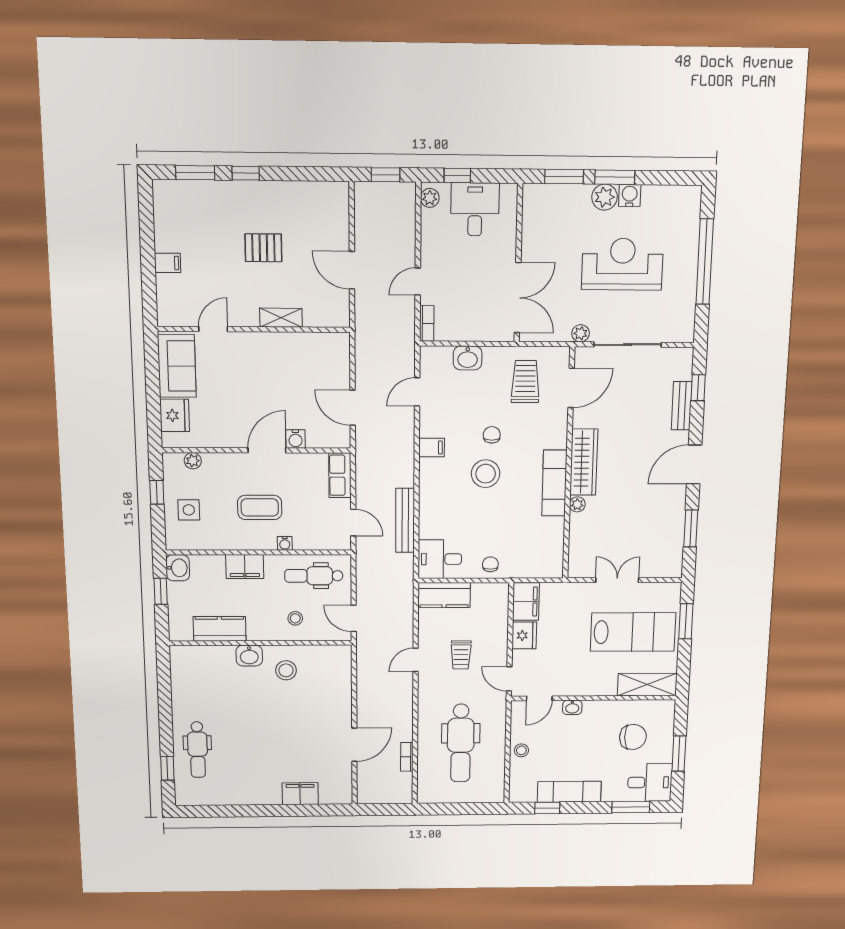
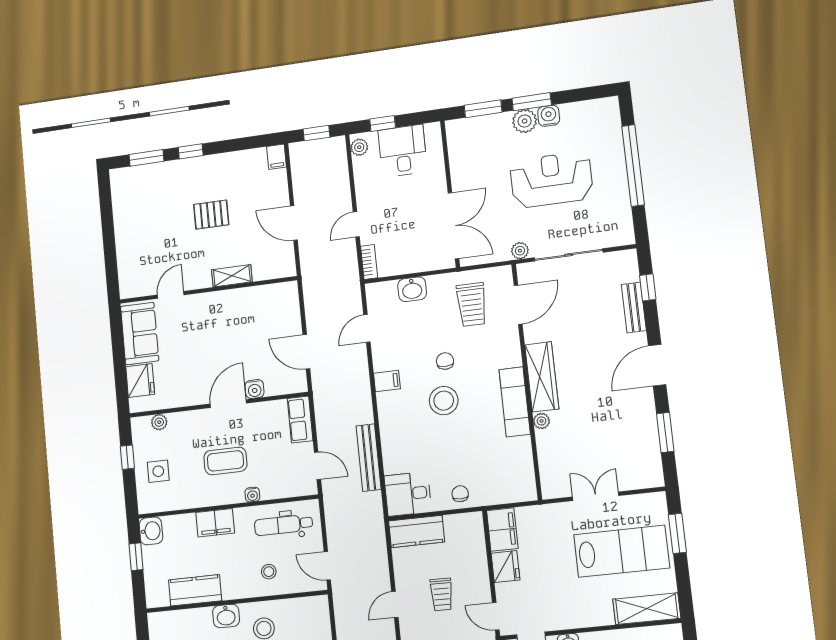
filing cabinet: (168, 263) -> (276, 157), moved, turned 90
trolley: (525, 382) -> (472, 304), turned 180

